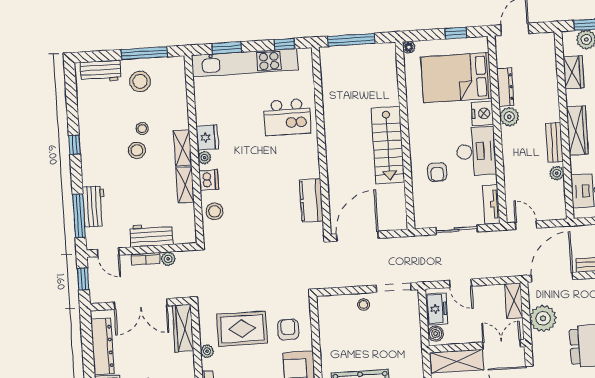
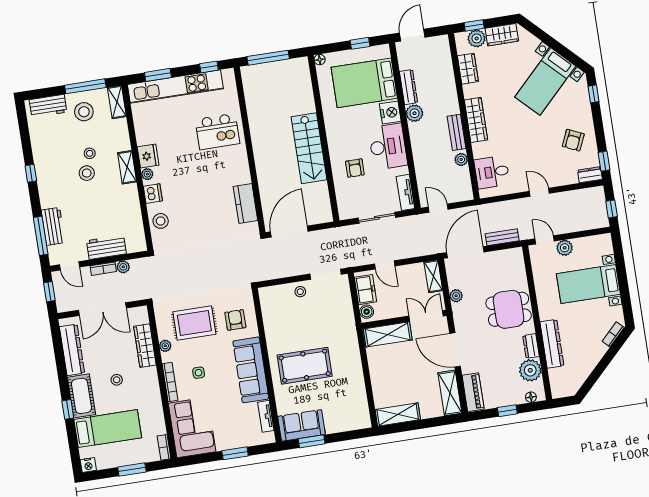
shelving: (185, 185) -> (117, 102), moved
plant: (543, 318) -> (456, 296), width x0.53, depth x0.53
wardrobe: (183, 328) -> (145, 346), moved

